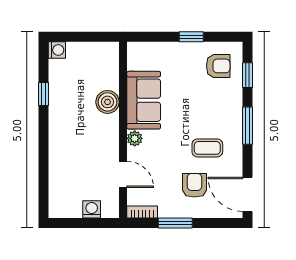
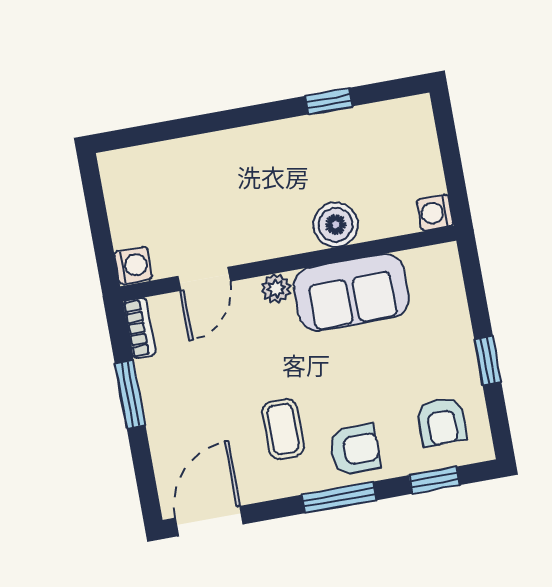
washing machine: (57, 50) -> (435, 213), moved, turned 90
armchair: (194, 185) -> (355, 449), moved
washing machine: (92, 209) -> (133, 265), moved

